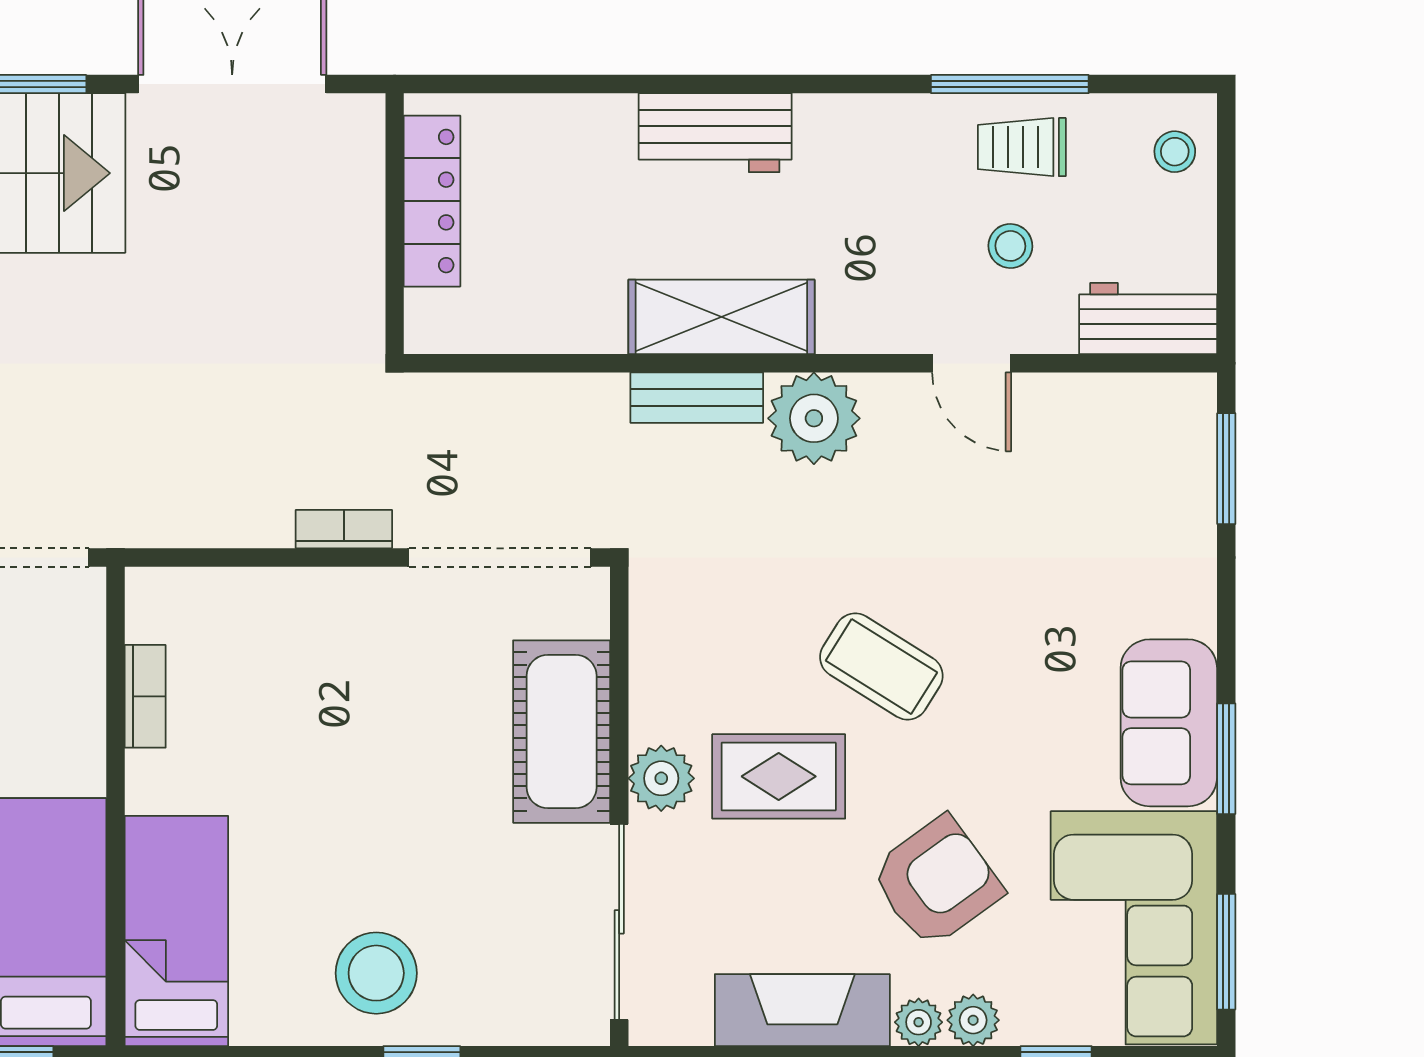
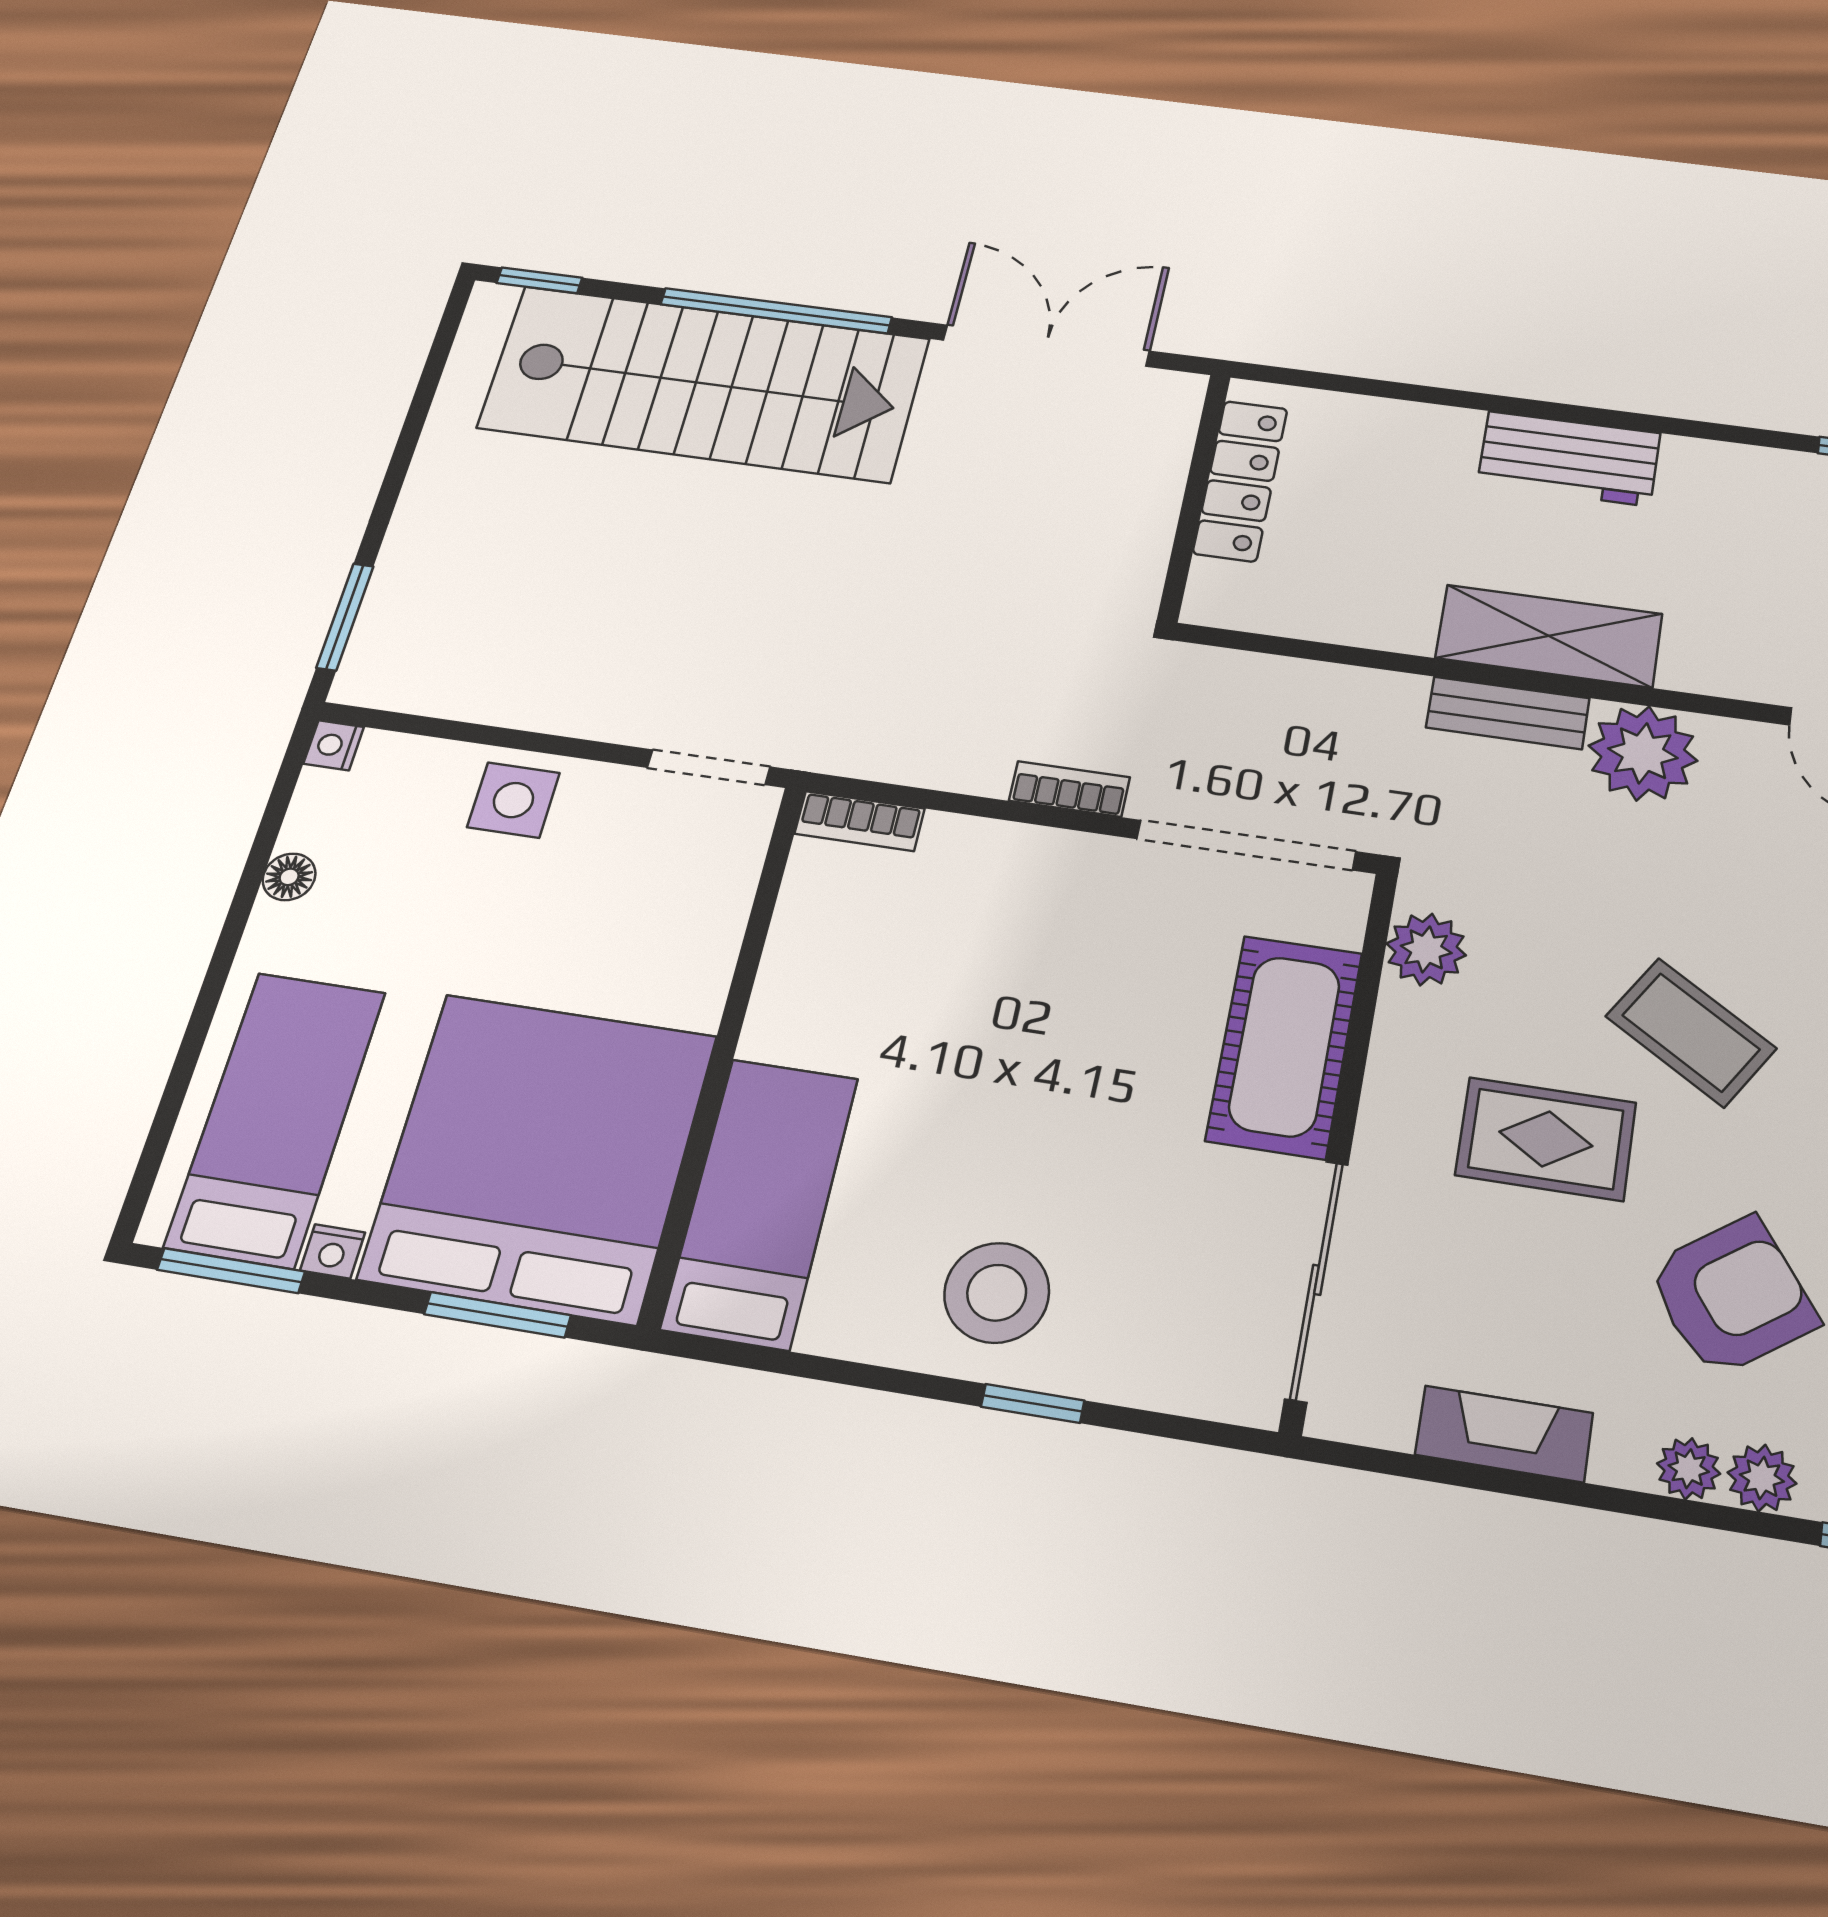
bookcase: (145, 696) -> (860, 821), moved, turned 90
plant: (661, 778) -> (1426, 949), moved
fireplace: (802, 1010) -> (1504, 1434), width x0.73, depth x0.76

